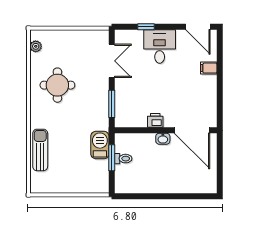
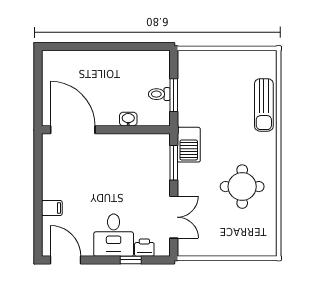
plant: (36, 46) -> (269, 235), removed
double door: (112, 61) -> (174, 217), swing flipped
printer: (155, 120) -> (144, 248), moved, turned 180
washbasin: (163, 139) -> (128, 119), moved
barbecue: (100, 145) -> (189, 145), moved

